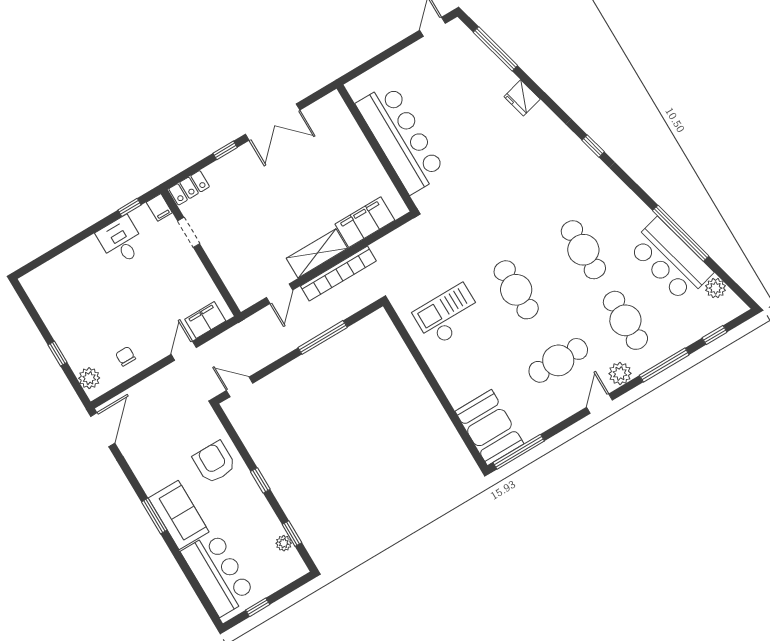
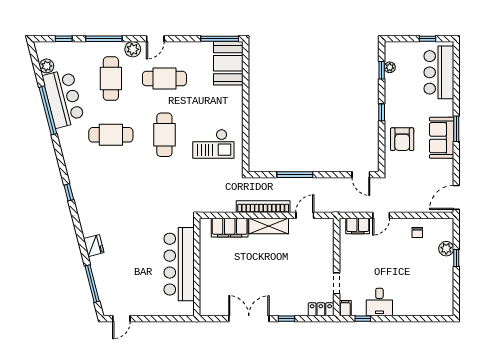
cafe table: (583, 250) -> (111, 135), turned 90
plant: (89, 378) -> (446, 249), moved
sofa: (179, 515) -> (442, 138), moved

